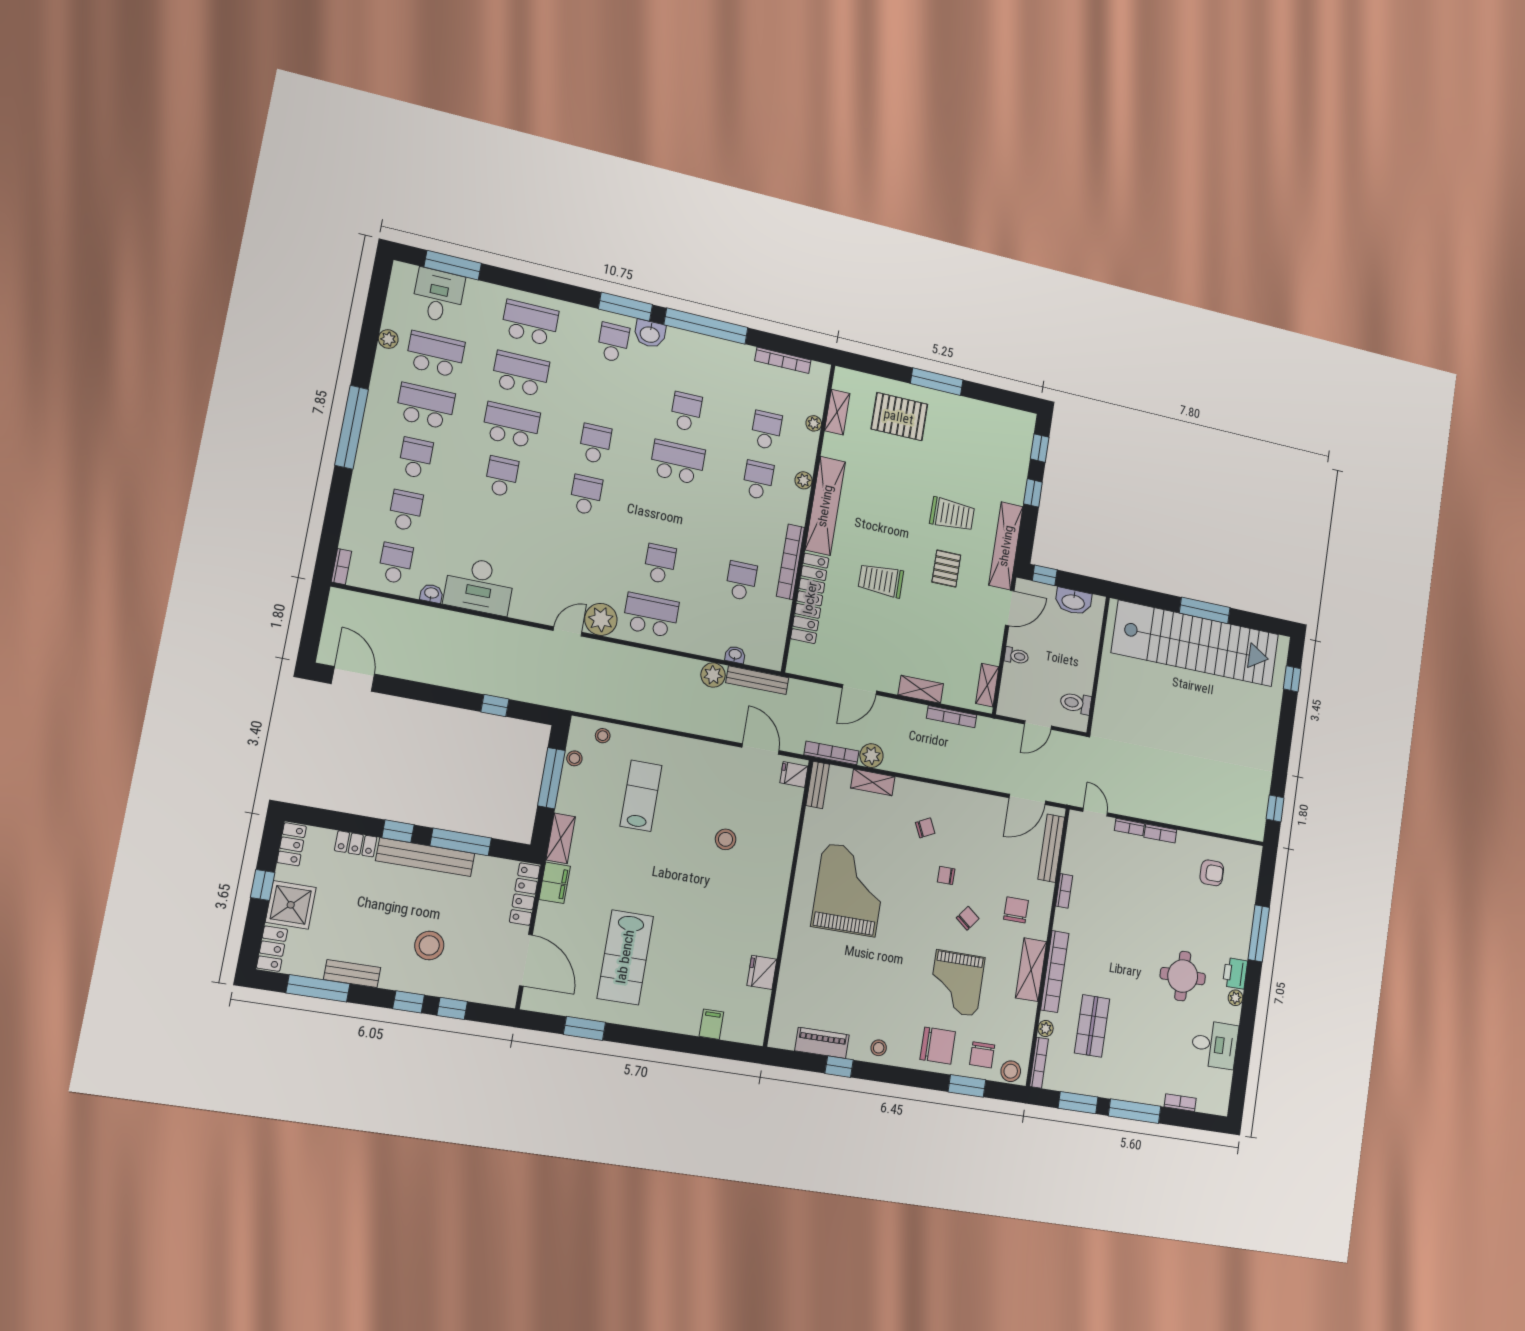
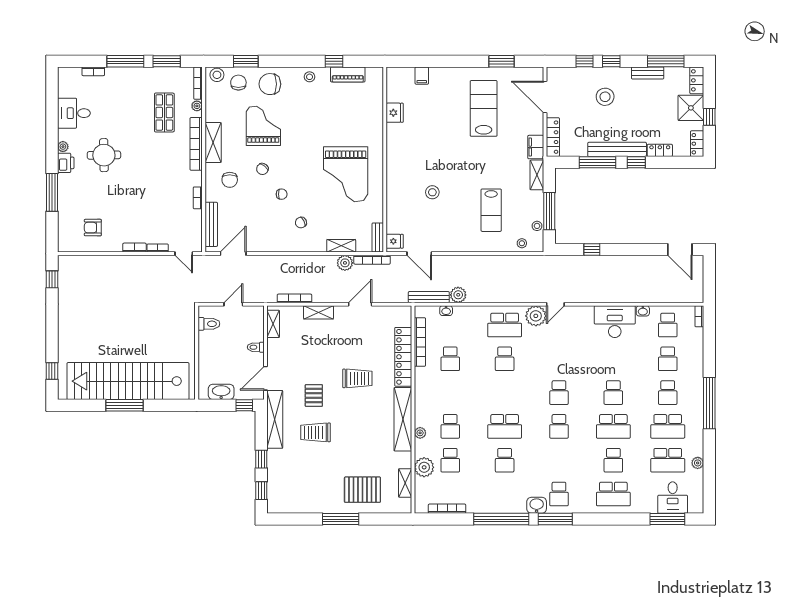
school desk: (521, 374) -> (613, 460), width x0.54
plant: (814, 423) -> (424, 467), width x1.87, depth x1.87
bookcase: (790, 562) -> (420, 342), moved

